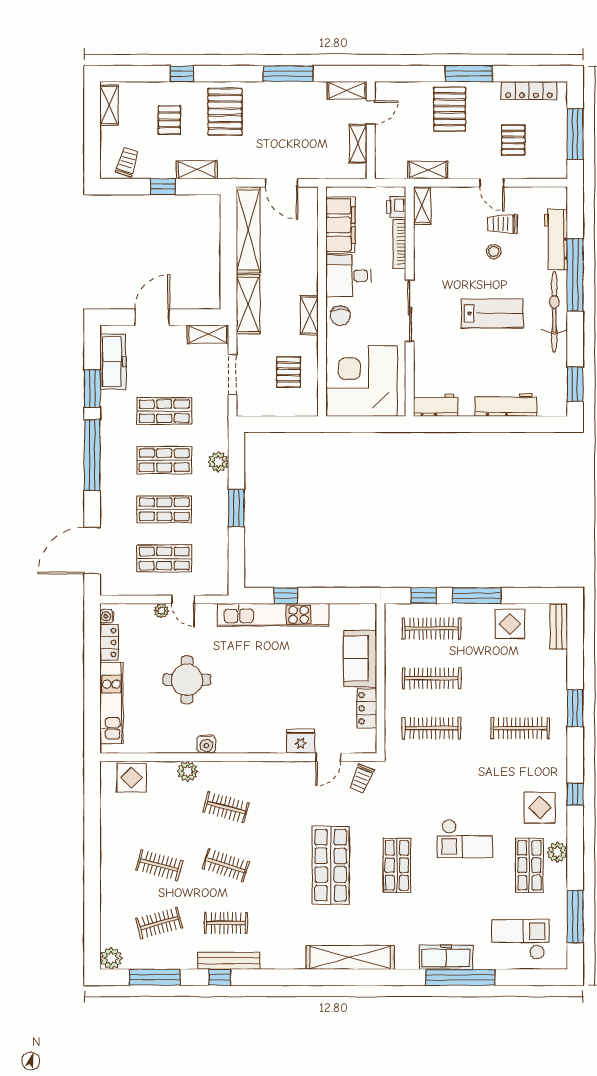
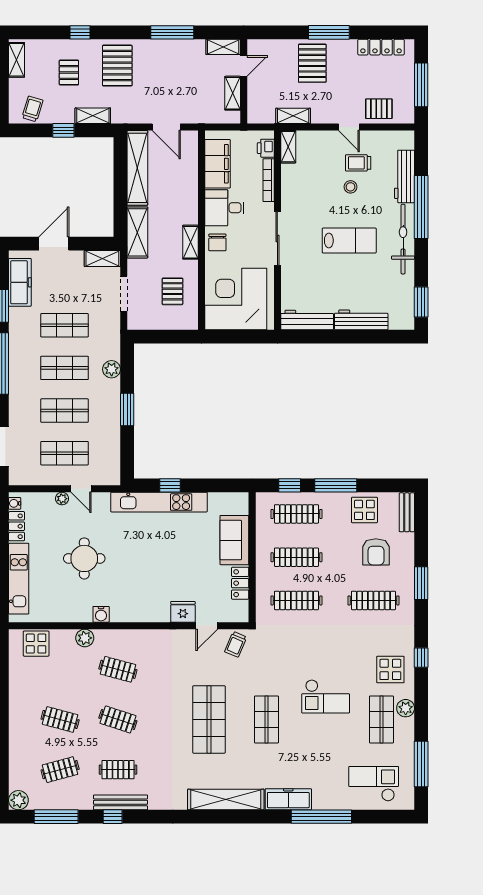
pallet: (513, 140) -> (379, 109), moved, turned 90
workbench: (435, 405) -> (307, 320), width x1.38
armchair: (523, 672) -> (376, 552), added
freezer: (446, 957) -> (288, 799), moved

